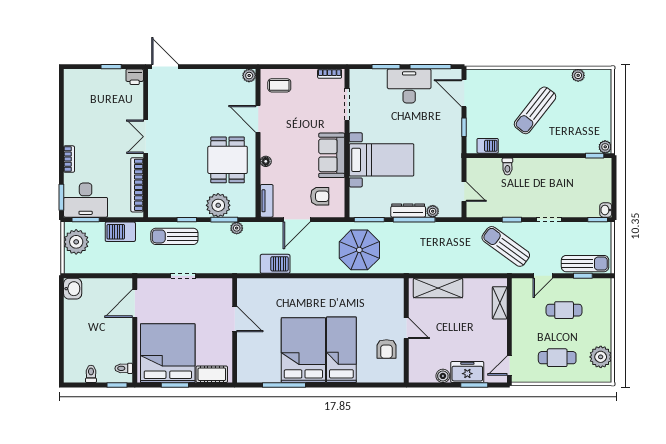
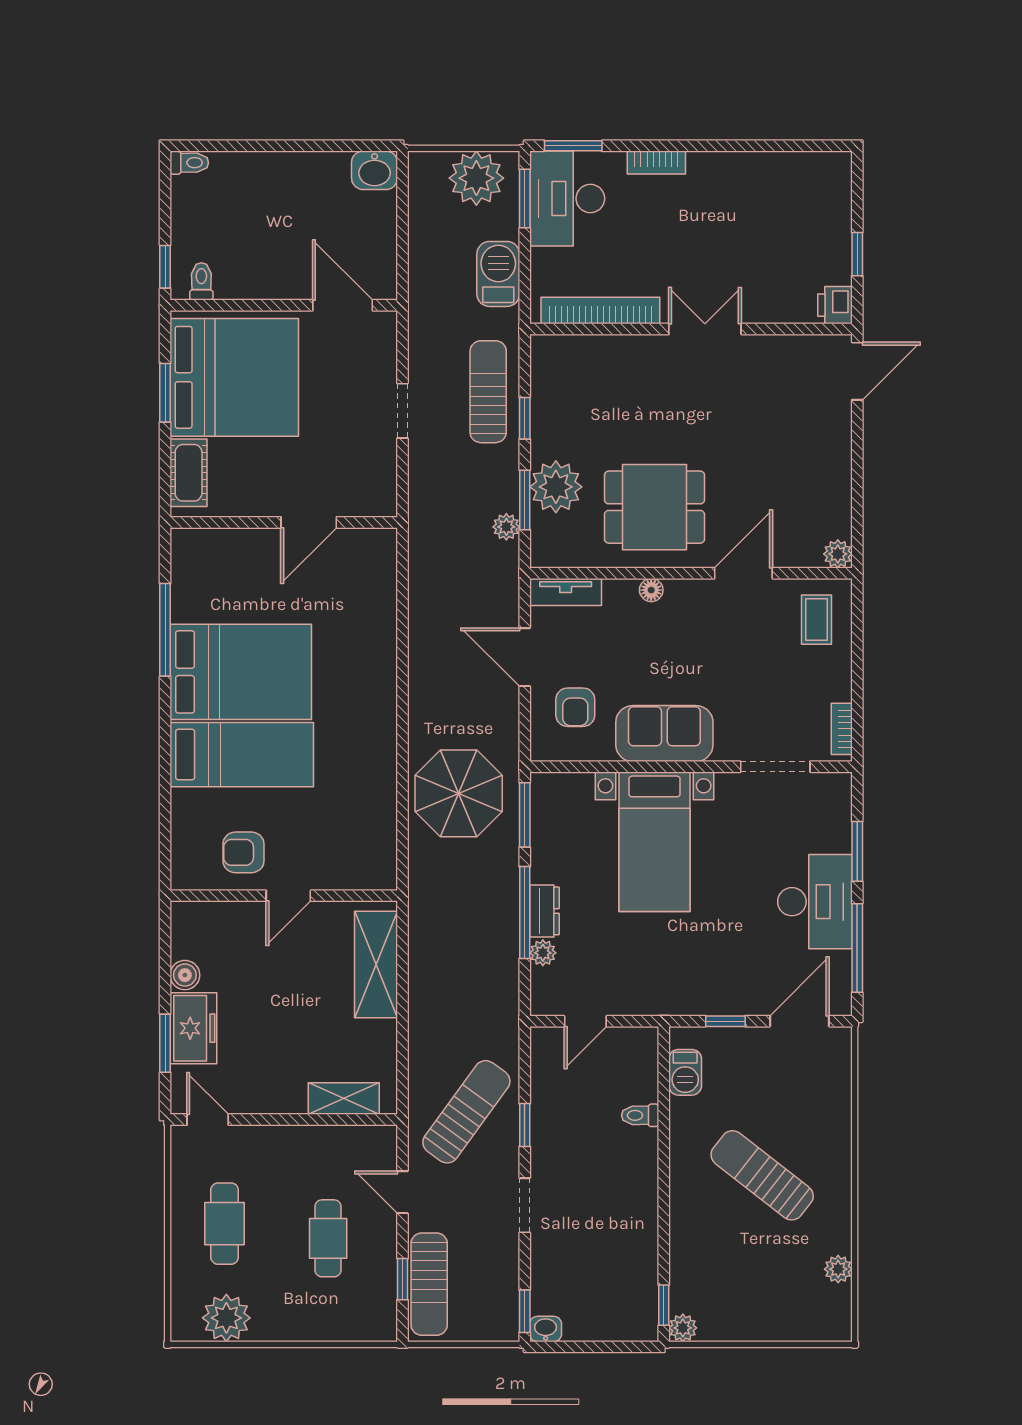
dresser: (408, 211) -> (544, 911), width x0.70
barbecue: (275, 264) -> (429, 610), removed
toilet: (91, 374) -> (189, 163), moved

